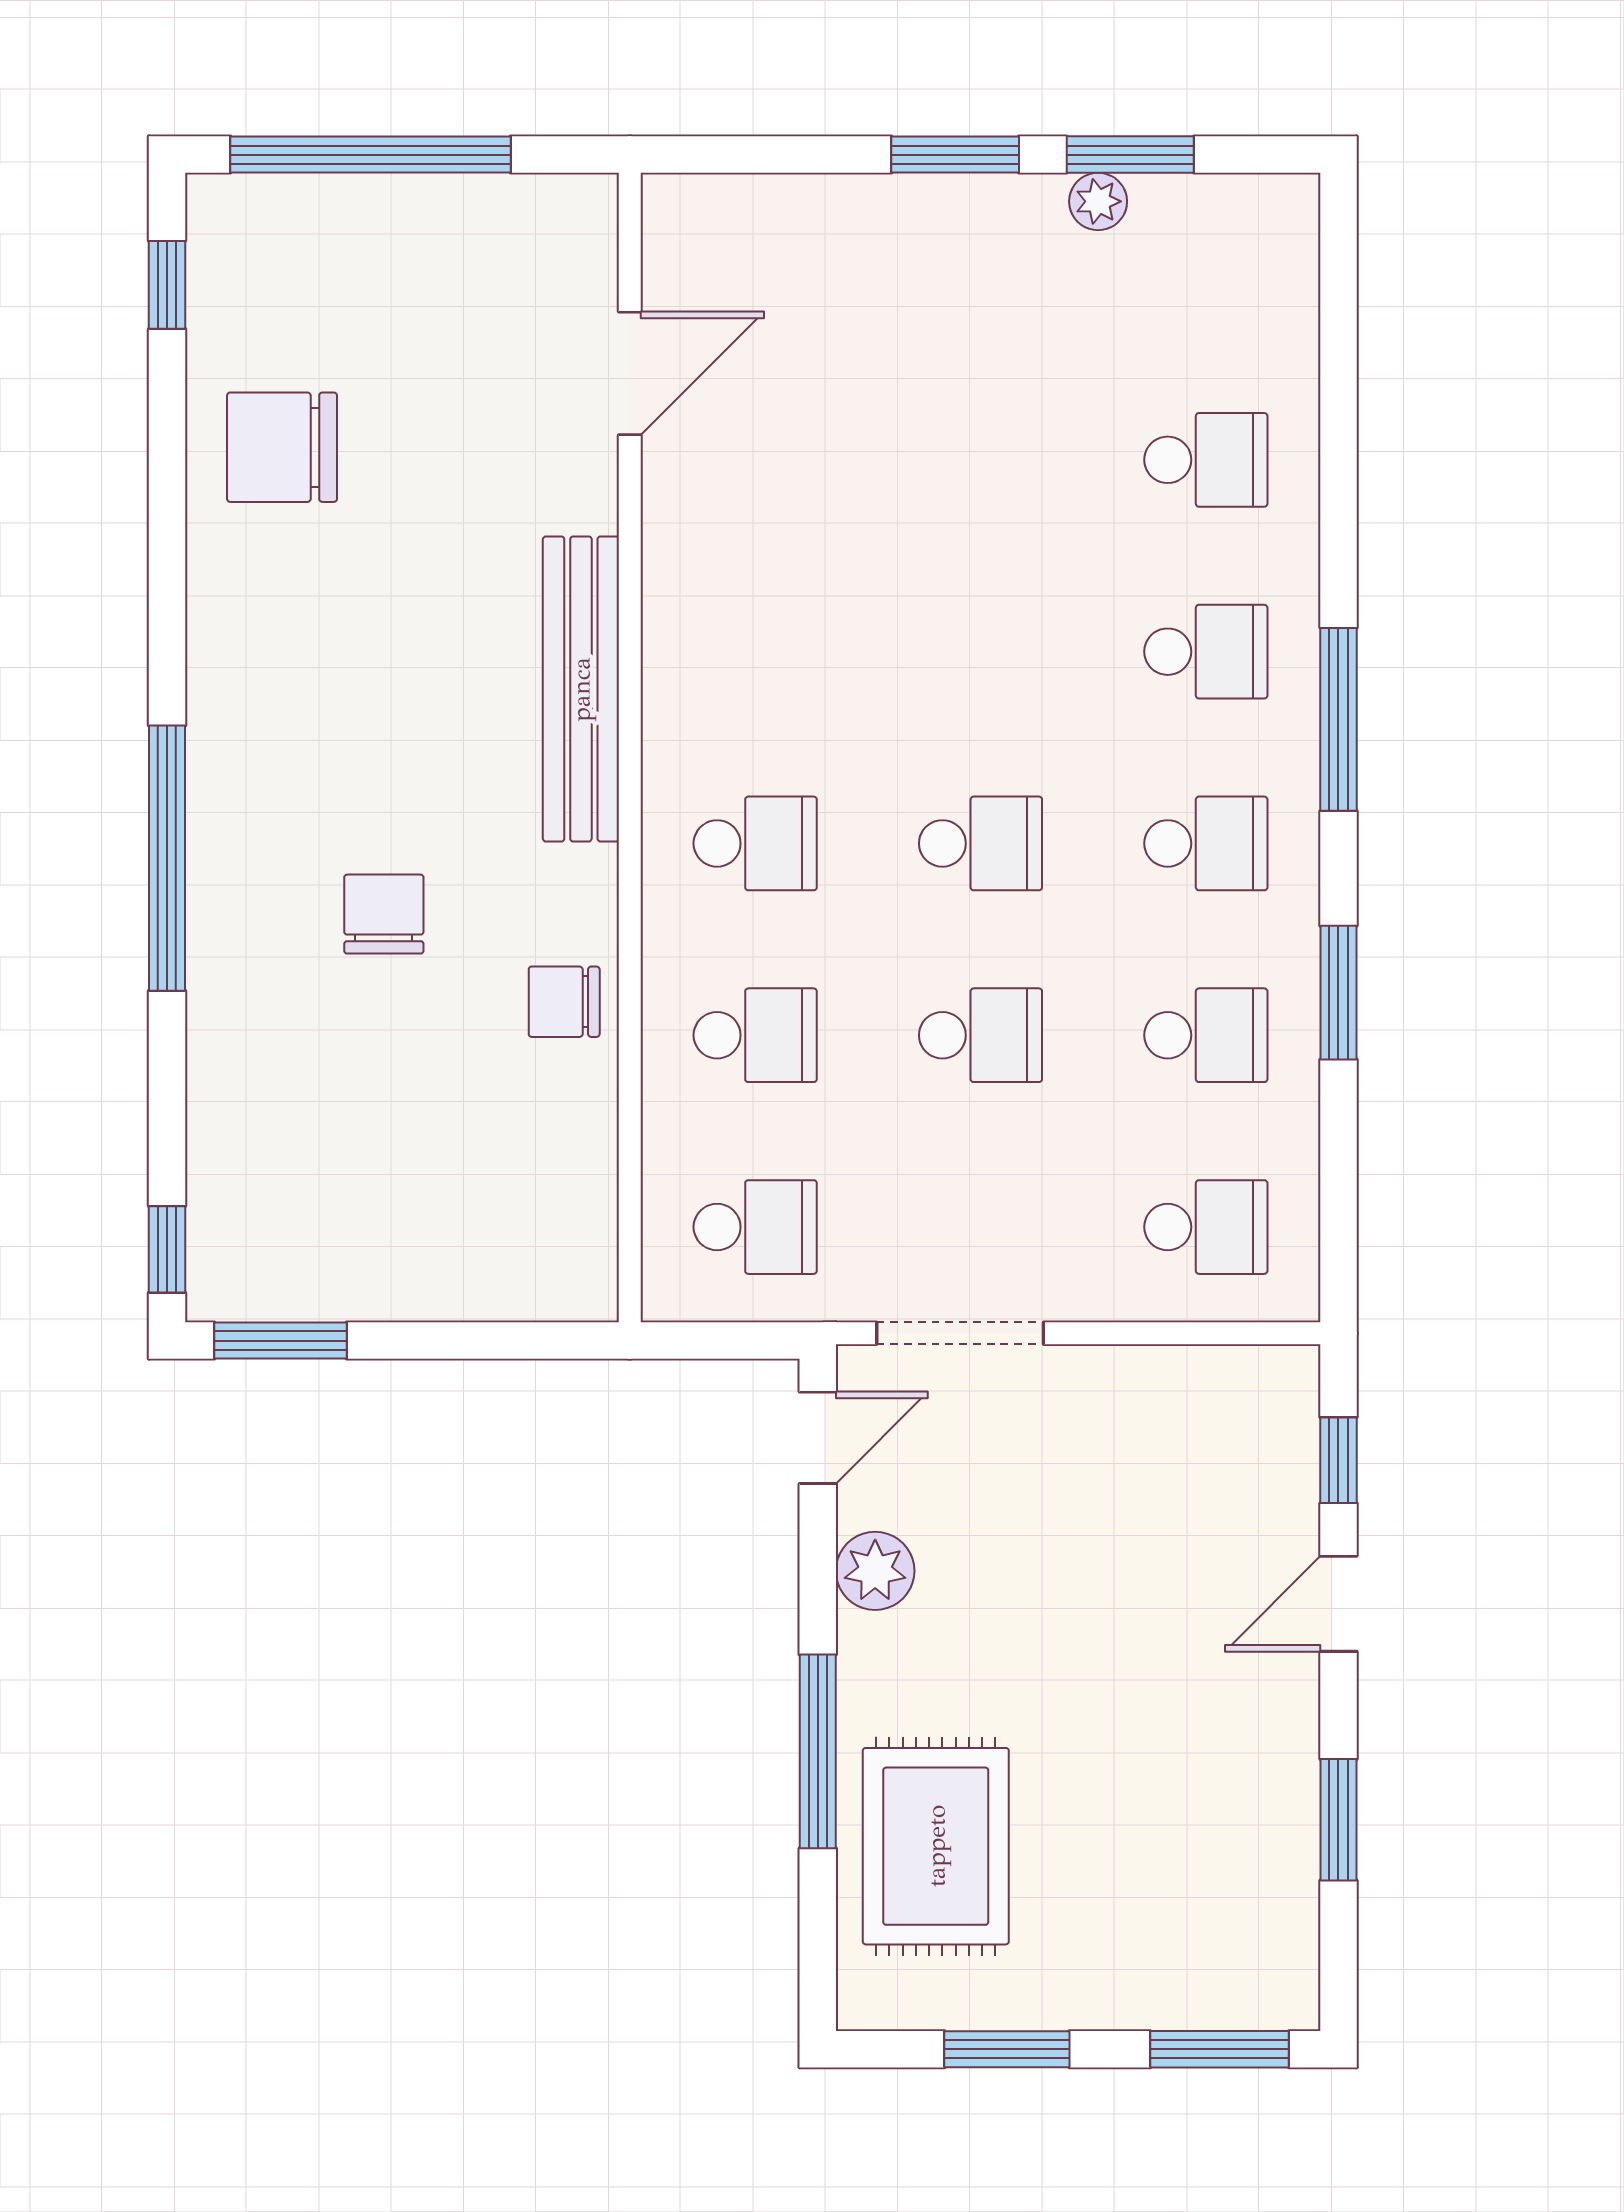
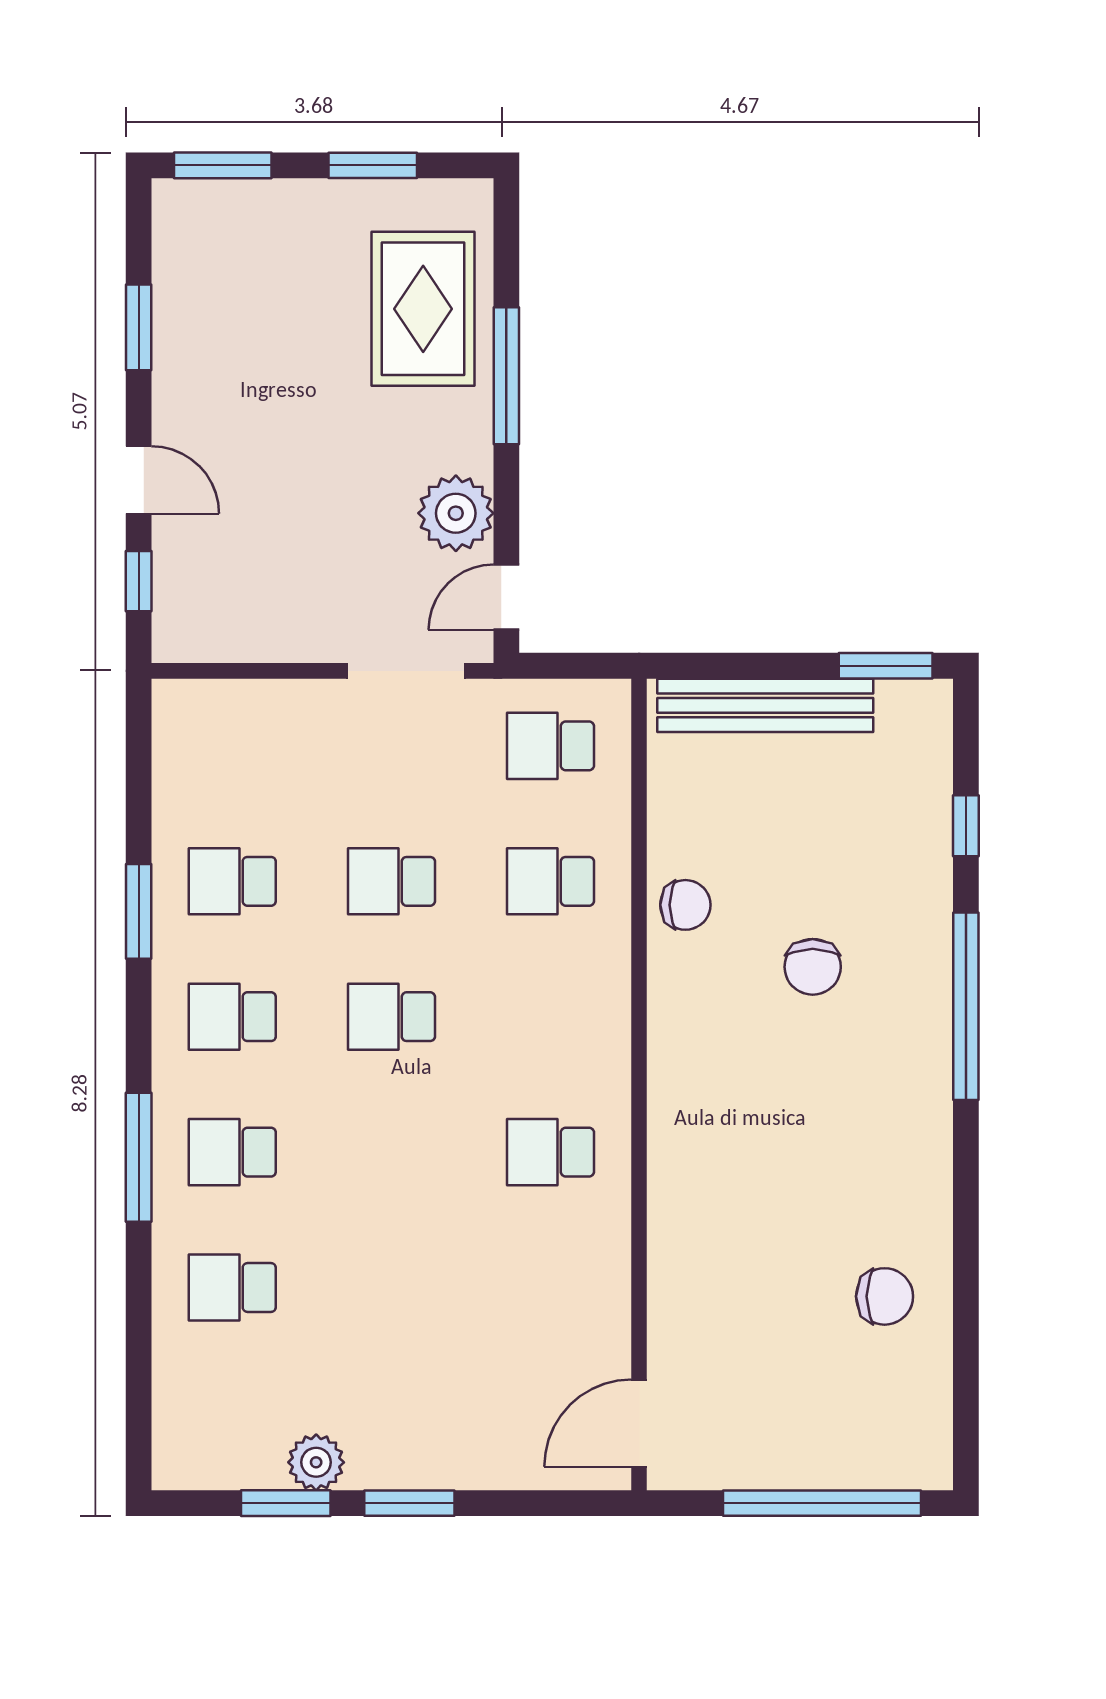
plant: (1098, 201) -> (316, 1462), width x1.38, depth x1.38
window: (167, 285) -> (966, 1411), removed
door: (630, 373) -> (639, 1423), moved
chair: (282, 447) -> (885, 1296), width x0.73, depth x0.73
bench: (581, 689) -> (765, 705), moved, turned 90
window: (1338, 719) -> (139, 1157), moved
school desk: (755, 843) -> (550, 1152), moved
school desk: (1206, 1227) -> (232, 746), removed
window: (167, 1249) -> (966, 826), moved
plant: (875, 1571) -> (456, 513), width x1.36, depth x1.36
door: (1338, 1604) -> (139, 480), hinge flipped

